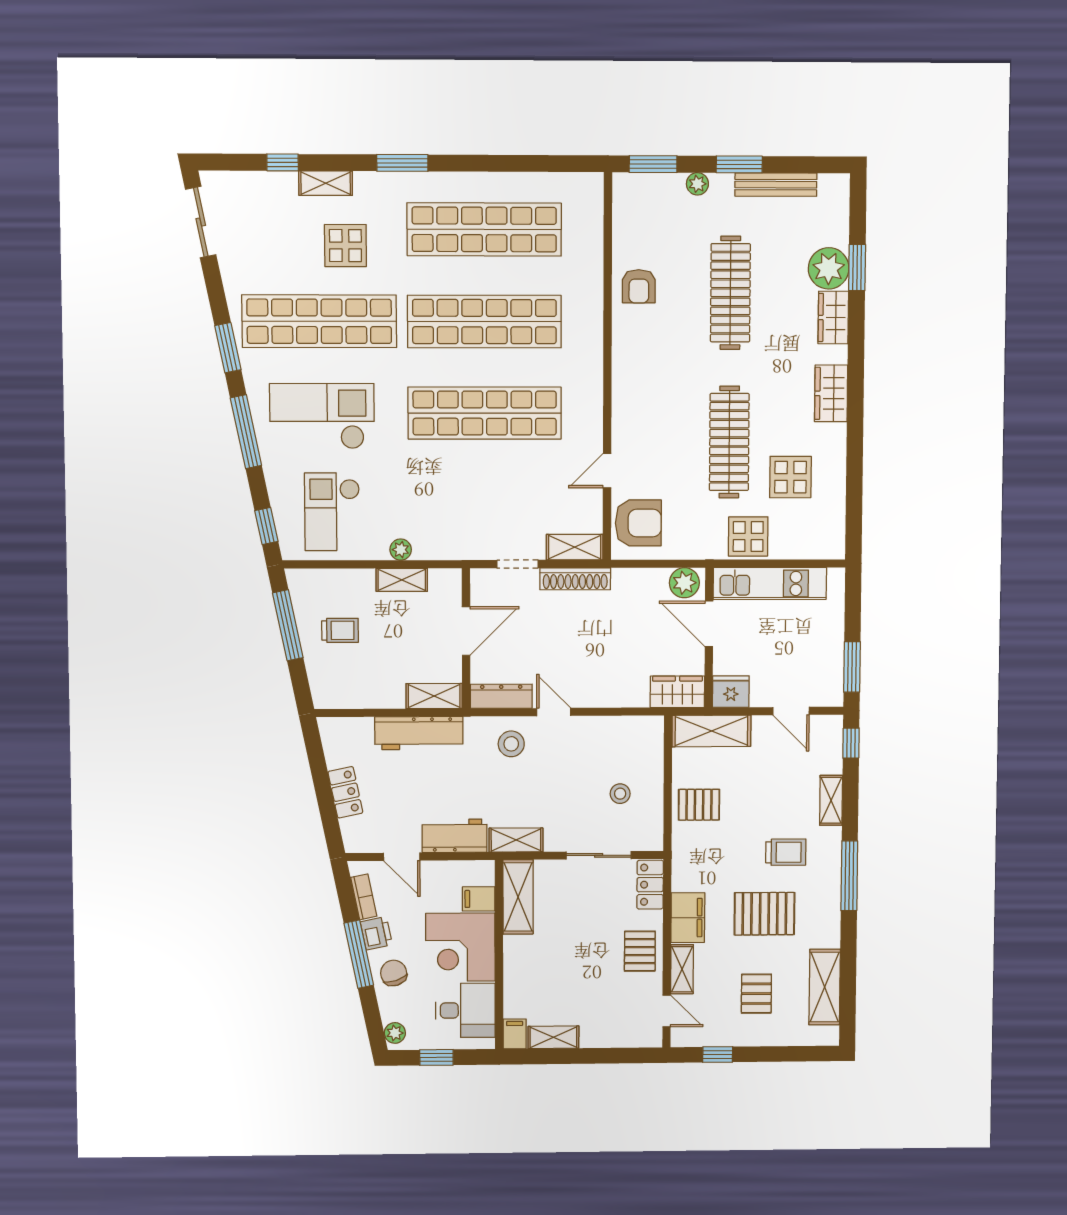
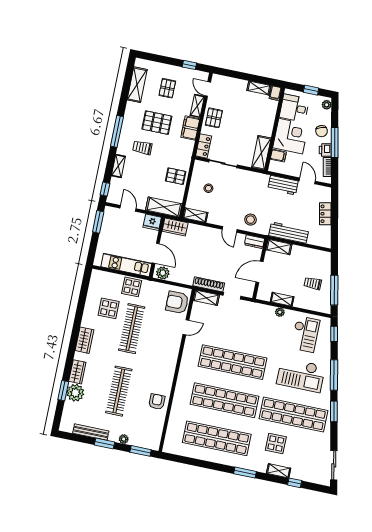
dresser: (501, 696) -> (254, 242), width x0.70
shelving: (516, 840) -> (195, 215), moved

